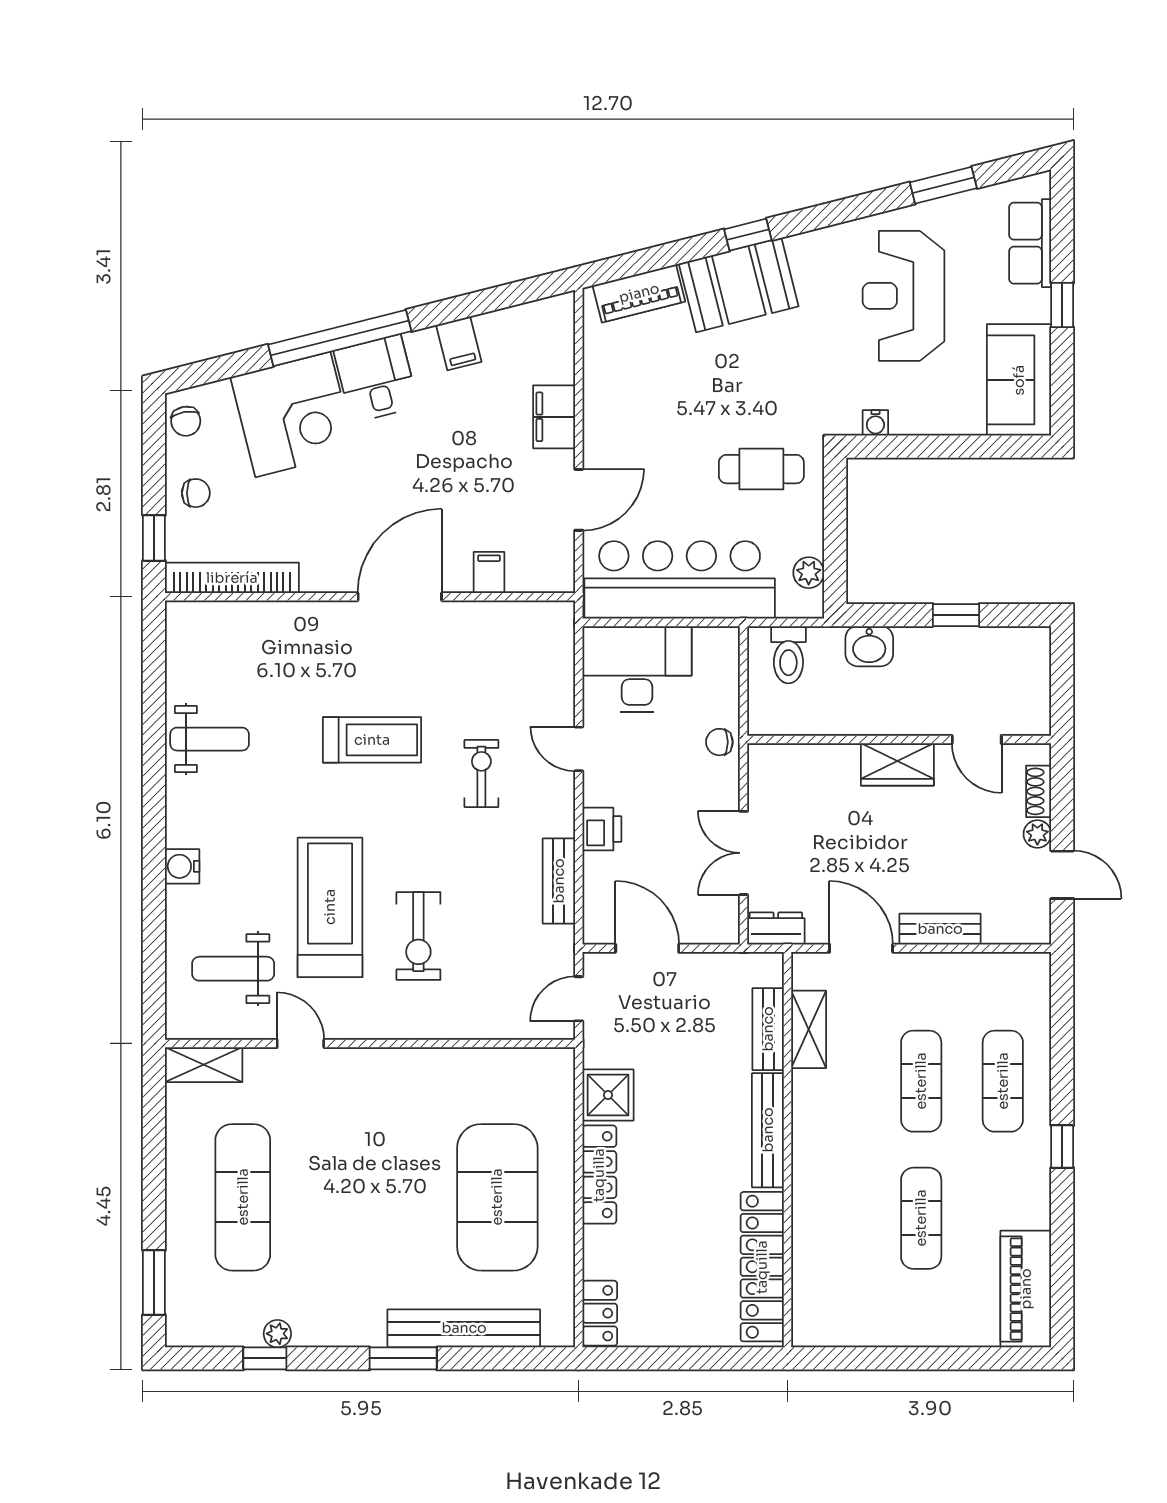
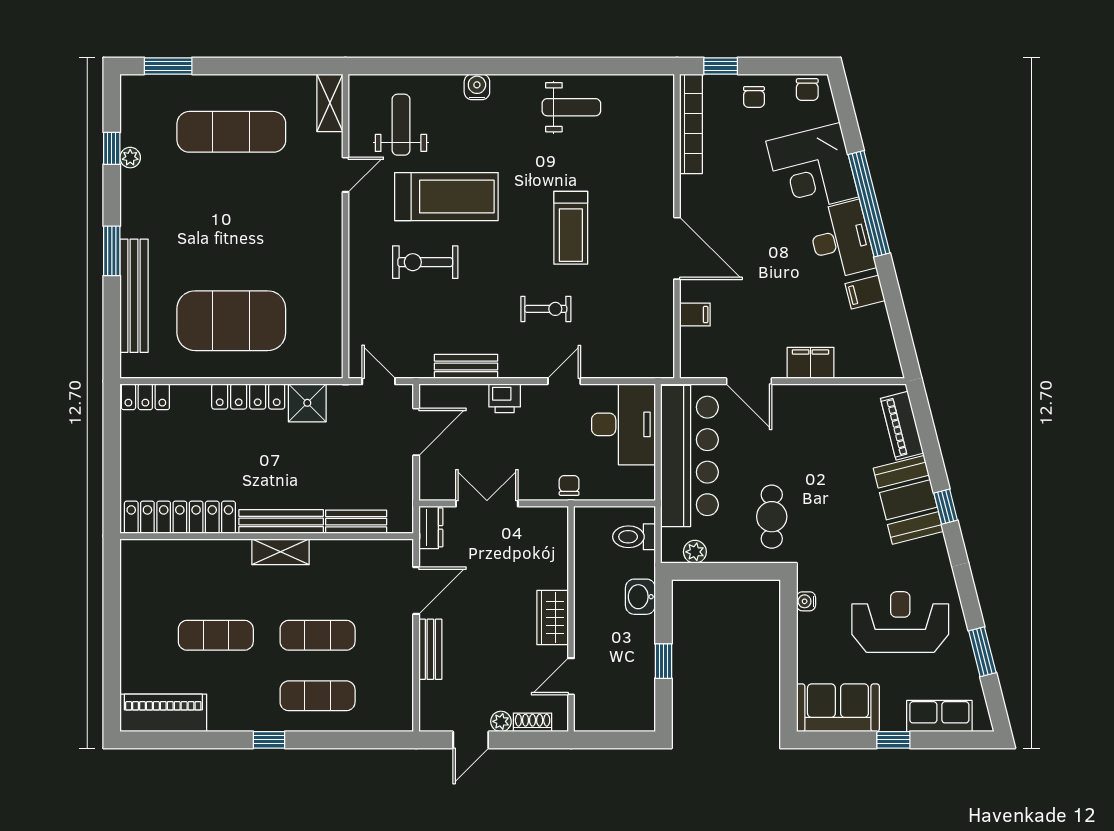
desk: (376, 379) -> (841, 240), width x1.37
chair: (186, 421) -> (807, 90), turned -80
weight bench: (210, 739) -> (571, 107), turned -90
shelving: (809, 1029) -> (281, 552), moved

